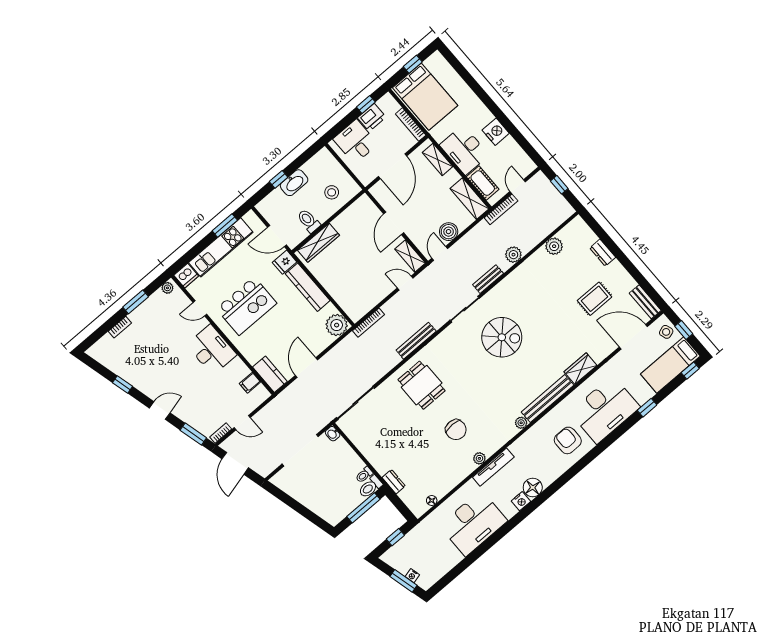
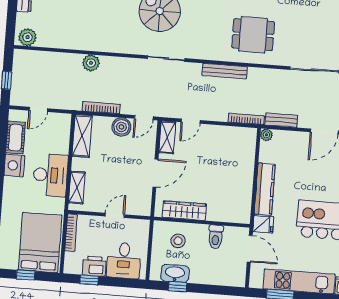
door: (393, 166) -> (115, 215), width x0.53
window: (279, 179) -> (178, 287), moved
washbasin: (294, 183) -> (175, 273), moved
cot: (483, 183) -> (16, 138), moved
bookcase: (501, 209) -> (101, 108), moved
wardrobe: (318, 243) -> (184, 211), moved
plant: (554, 246) -> (27, 37), moved
bench: (488, 279) -> (281, 120), moved
door: (405, 283) -> (191, 121), hinge flipped
plant: (337, 325) -> (266, 135), width x0.53, depth x0.53
dining table: (422, 385) -> (253, 35), turned 90

